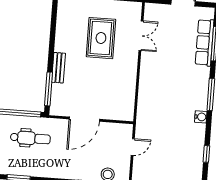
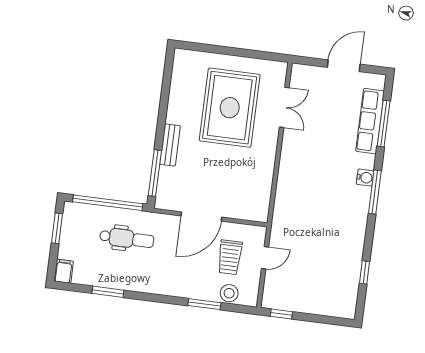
rug: (101, 38) -> (230, 108), width x1.37, depth x1.44
water cooler: (201, 117) -> (365, 178), moved
trolley: (107, 148) -> (230, 257), added

